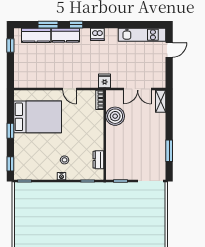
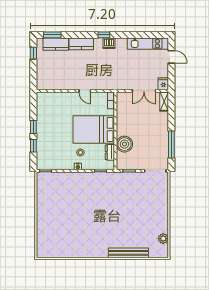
window: (48, 25) -> (52, 35), moved
window: (76, 25) -> (104, 35), moved
door: (169, 50) -> (171, 57), hinge flipped
fridge: (105, 81) -> (163, 84), moved
boiler: (115, 116) -> (124, 144), moved
bed: (38, 117) -> (94, 129), moved, turned 180
window: (169, 151) -> (171, 145), width x1.44
window: (10, 164) -> (33, 146), moved

